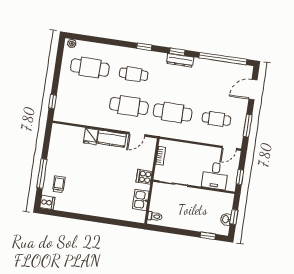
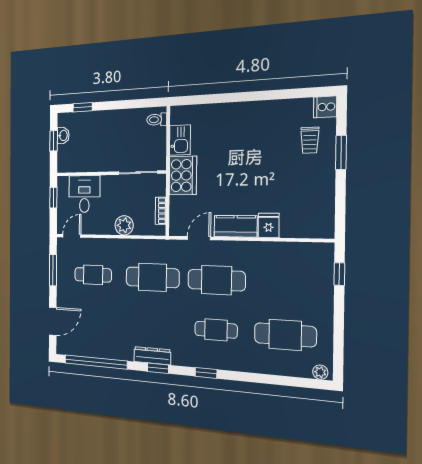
plant: (188, 150) -> (124, 225), added
window: (42, 174) -> (341, 152), width x0.69
cooker: (144, 177) -> (183, 176), width x1.87, depth x1.31

